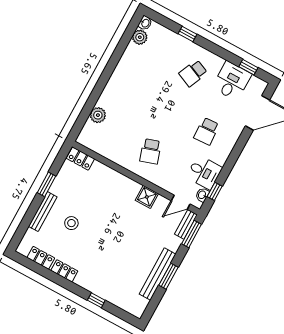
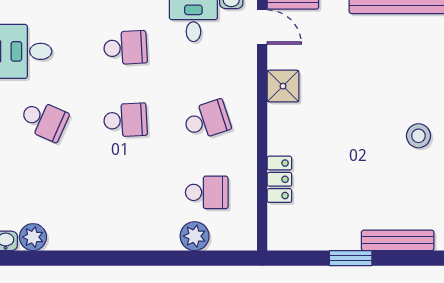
school desk: (172, 112) -> (125, 120), added
school desk: (116, 132) -> (207, 192), added
locker: (80, 159) -> (279, 179), moved
stool: (71, 223) -> (418, 136), moved

